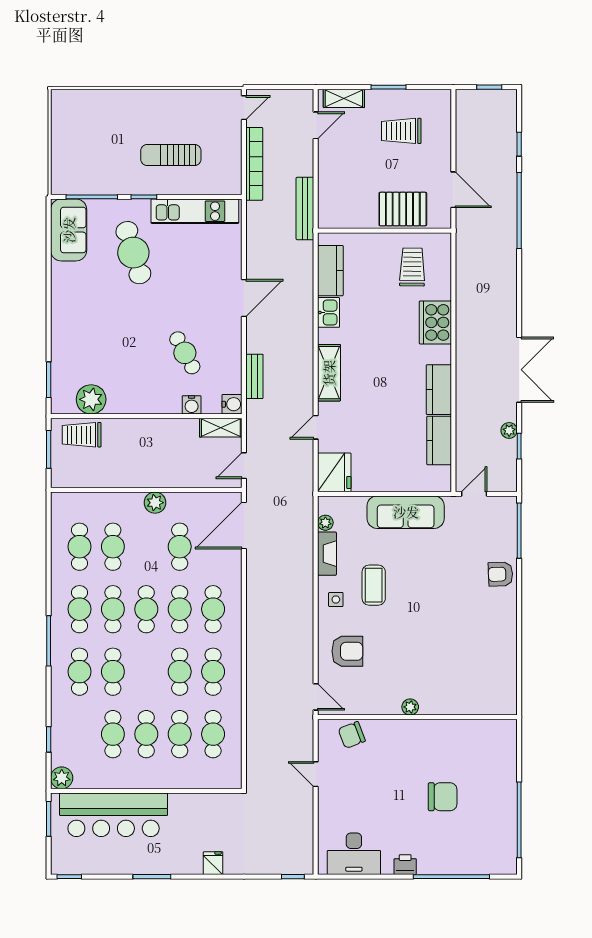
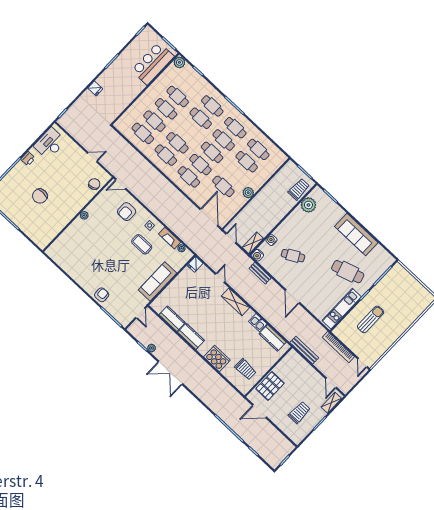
sofa: (69, 230) -> (356, 235), moved, width x1.36
fridge: (334, 472) -> (195, 264), width x0.53, depth x0.75
bar counter: (114, 815) -> (153, 63), width x0.73

